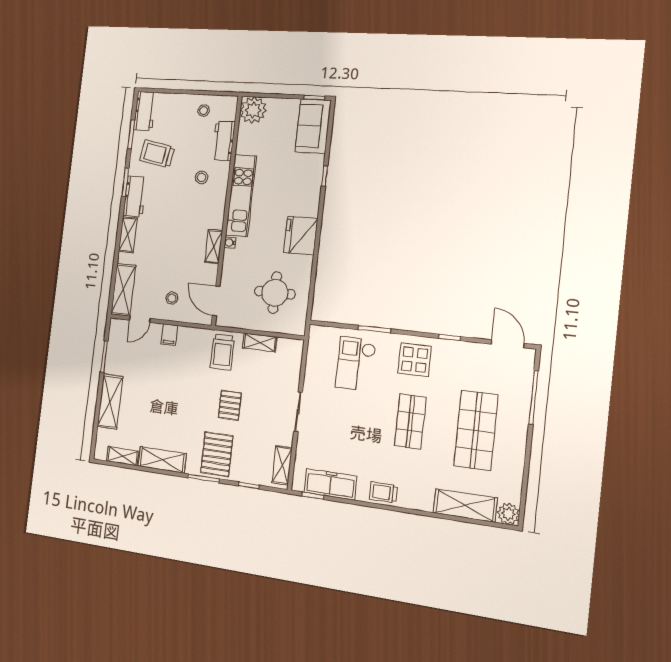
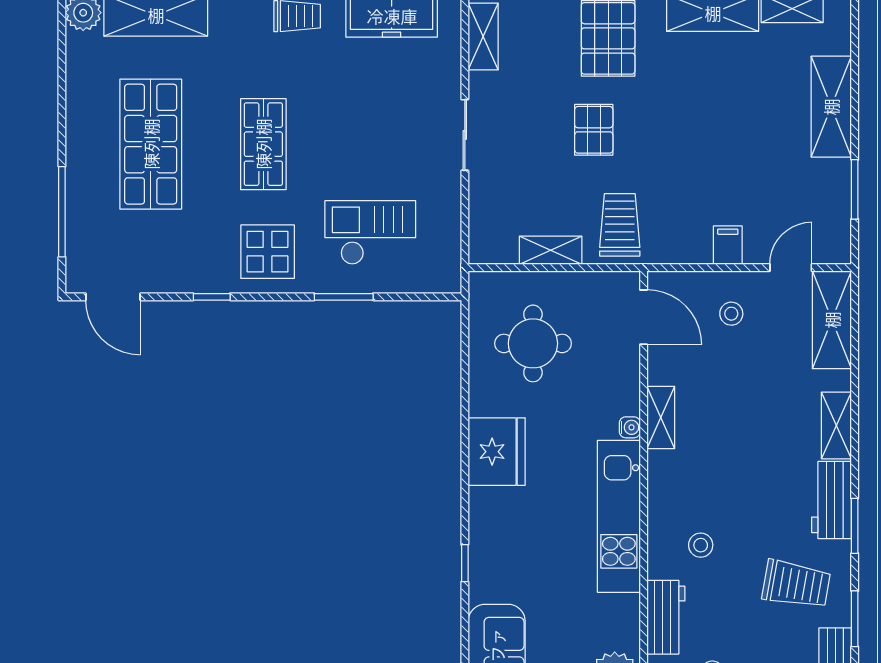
checkout: (356, 364) -> (370, 233), turned -90

